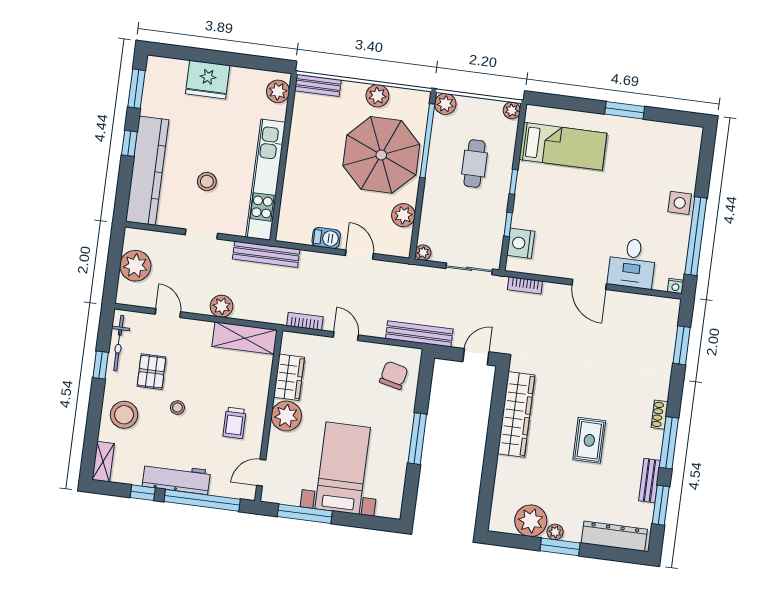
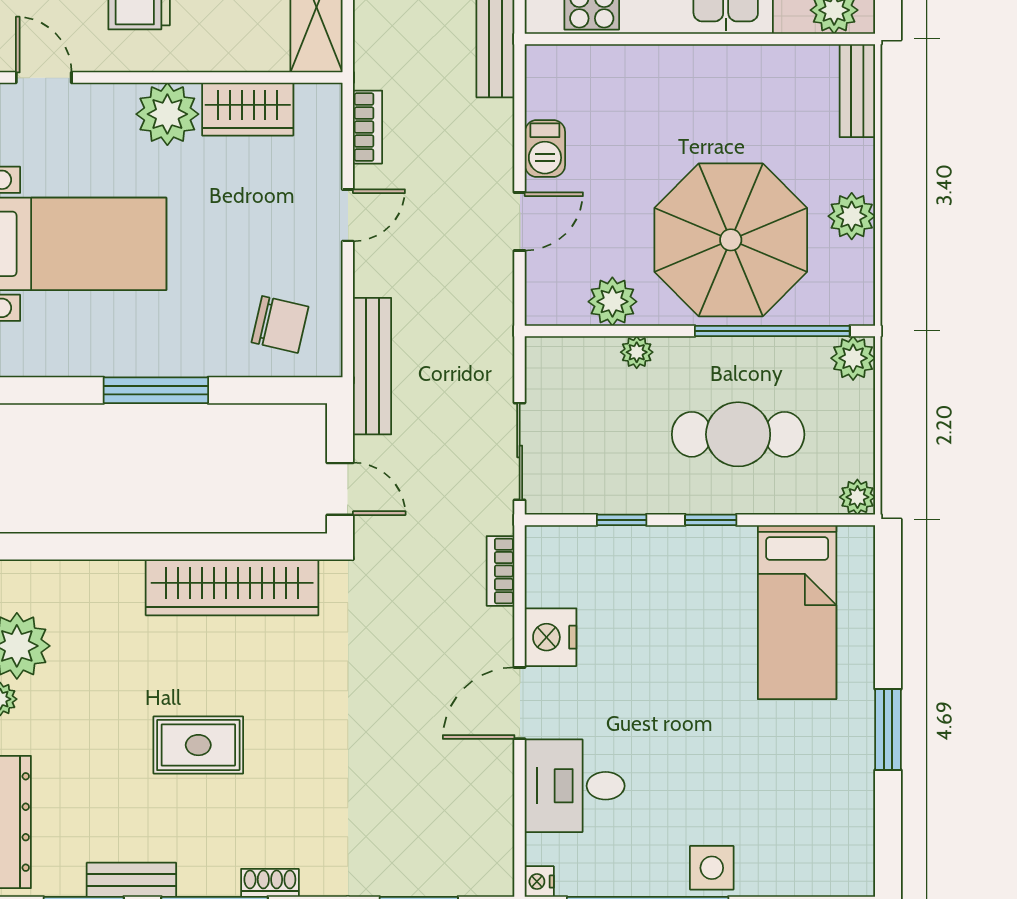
cafe table: (474, 163) -> (738, 434), width x1.37, depth x1.35
nightstand: (521, 243) -> (551, 637), moved, turned -90
plant: (423, 252) -> (637, 352), moved

